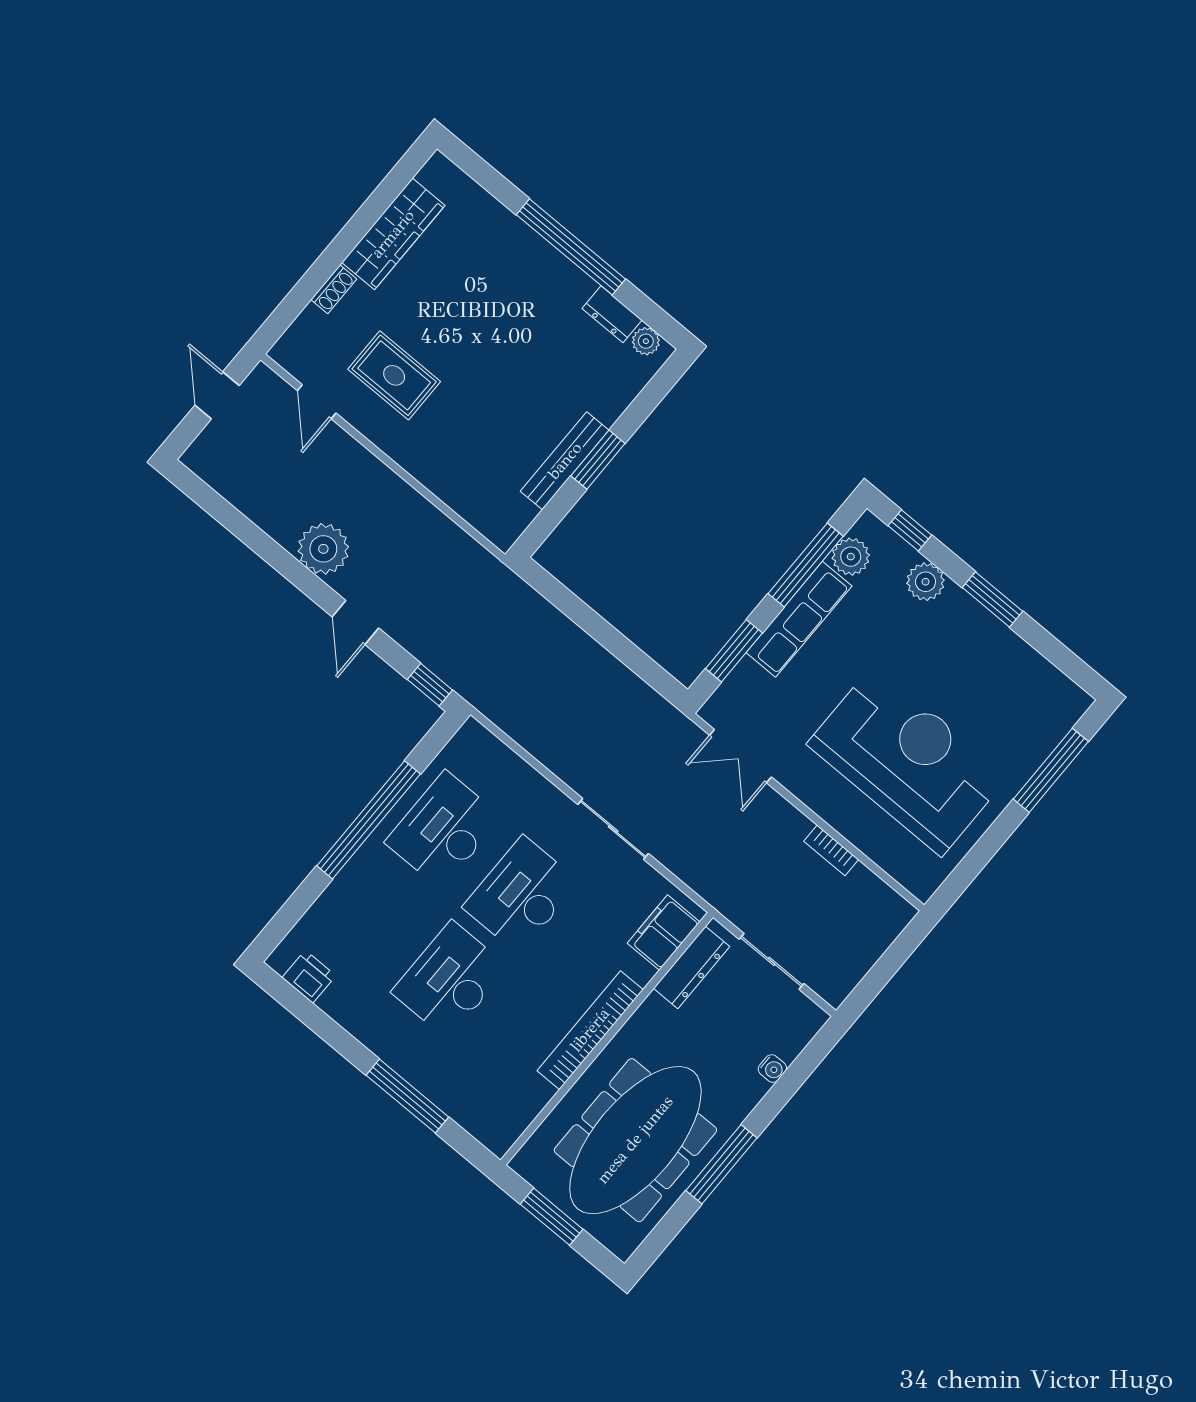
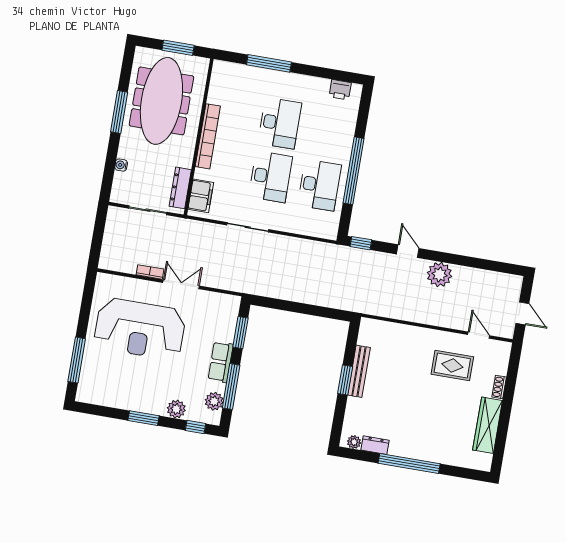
row of seats: (799, 619) -> (221, 362), width x0.68
double door: (740, 756) -> (181, 284), moved

